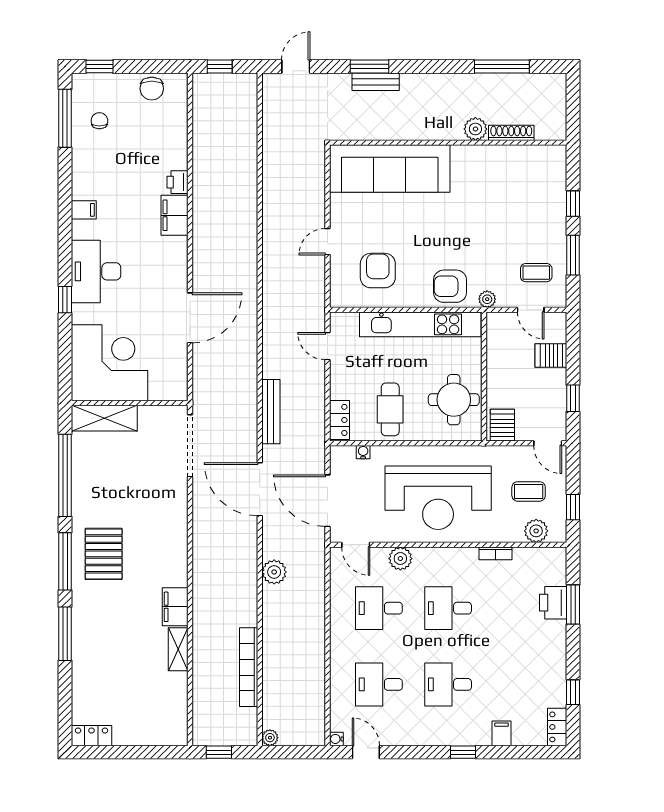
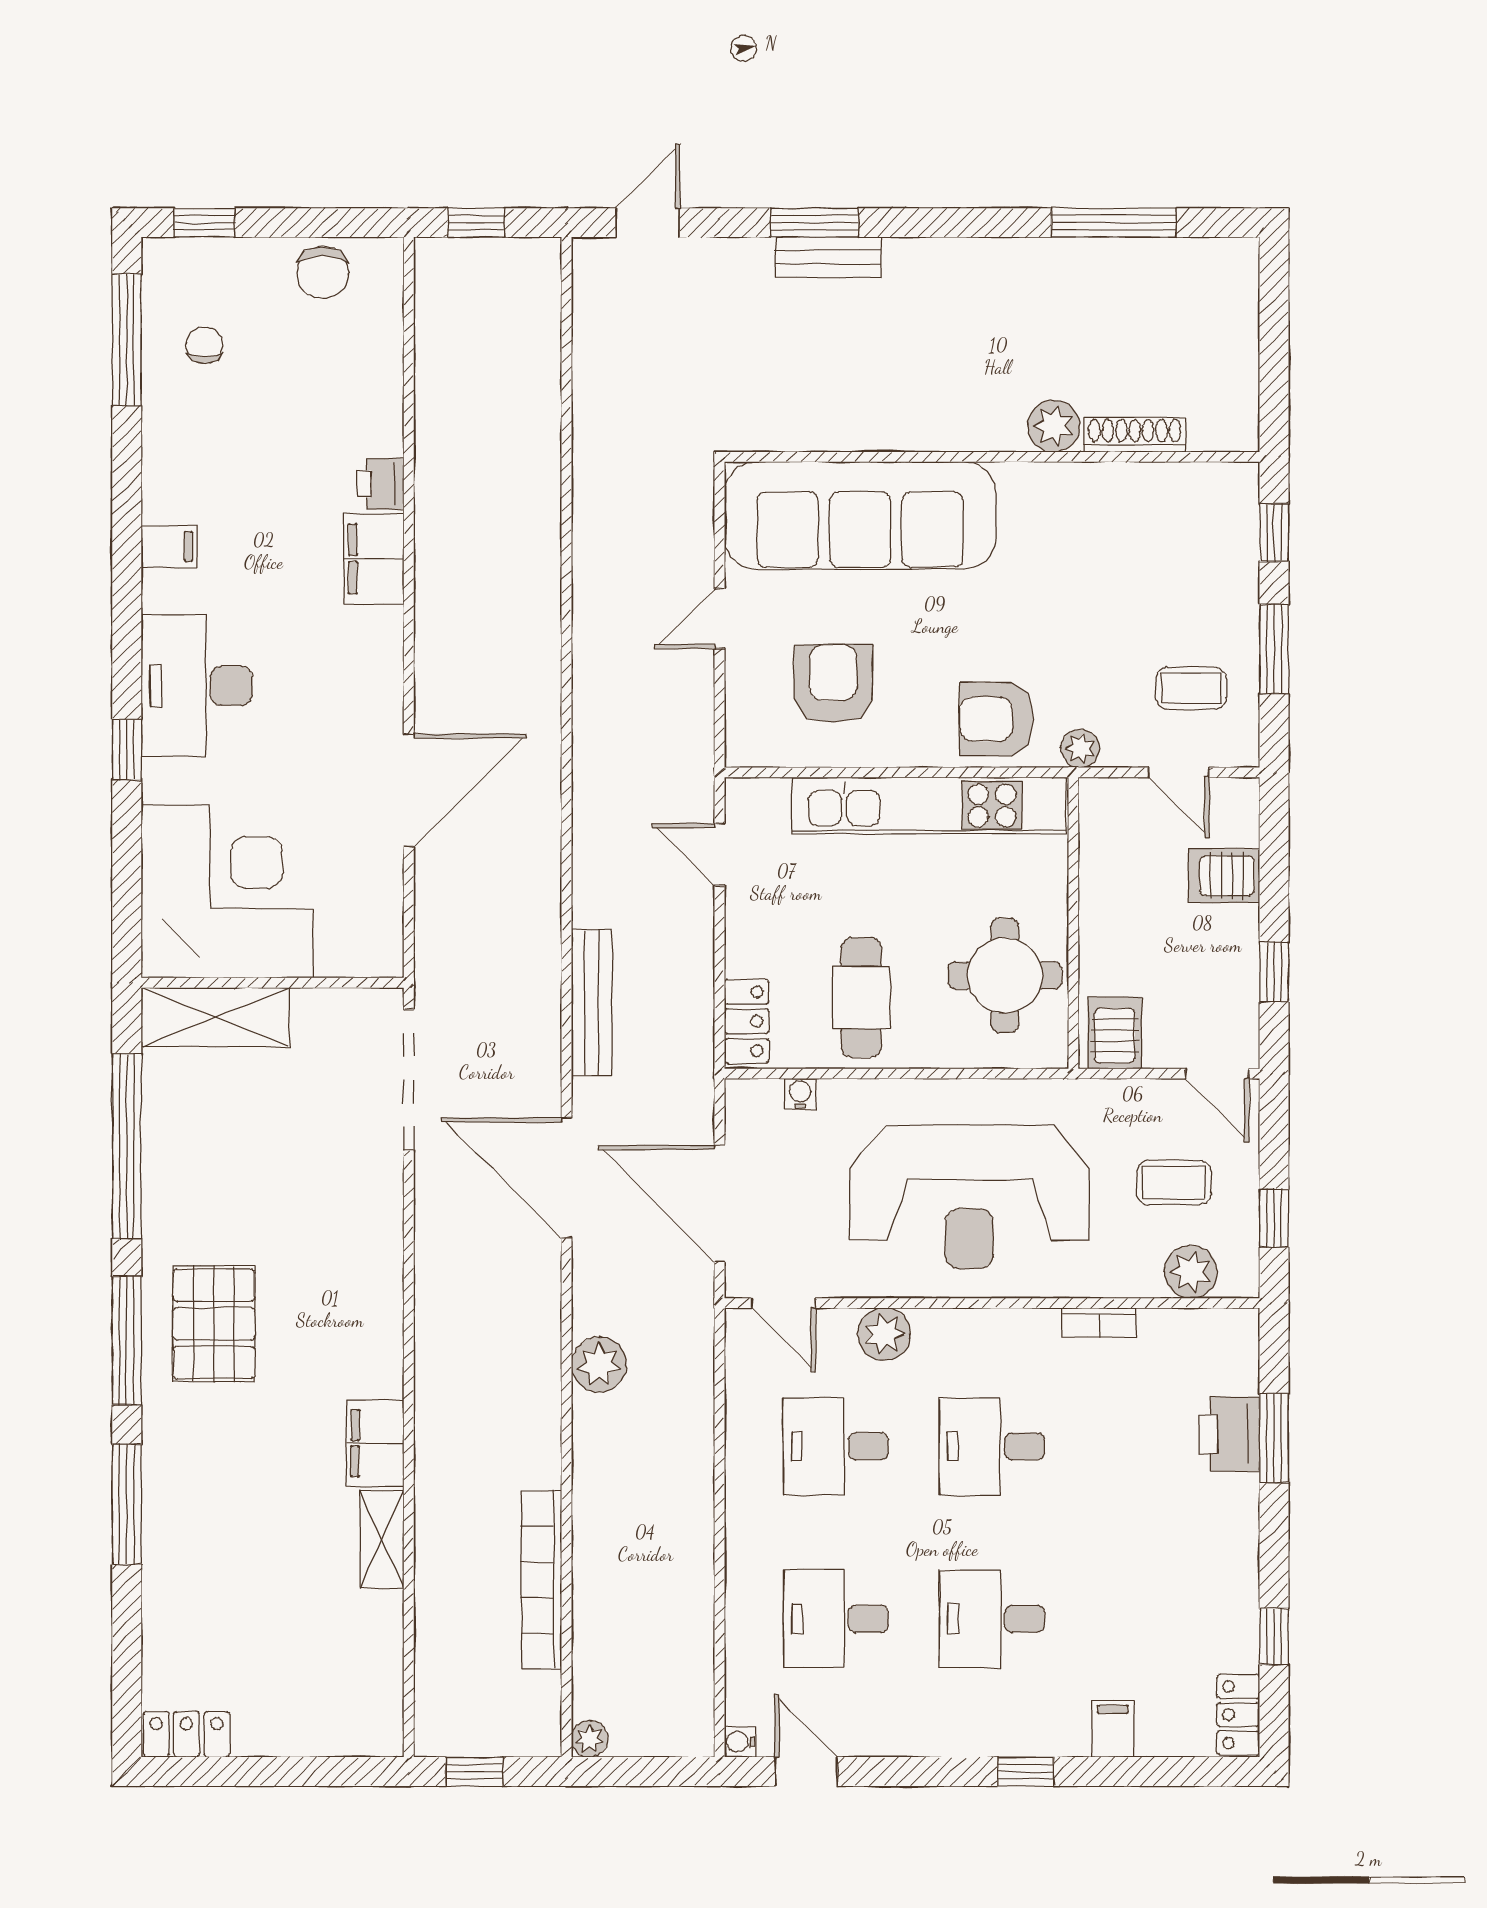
plant: (475, 129) -> (1054, 426), moved
shoe rack: (511, 133) -> (1135, 435), moved
wall: (448, 143) -> (992, 457), moved
sofa: (390, 169) -> (860, 516), moved

